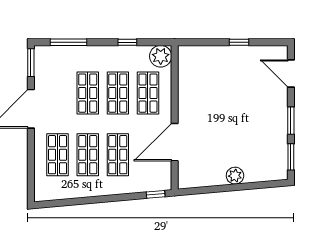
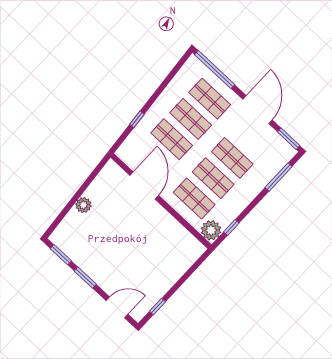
window: (127, 42) -> (231, 227), moved
window: (239, 42) -> (157, 306), moved
window: (31, 172) -> (215, 70), added
window: (156, 194) -> (137, 119), moved

